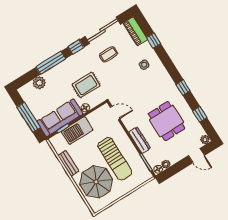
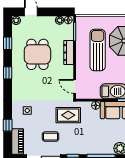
rug: (86, 85) -> (68, 115), moved

